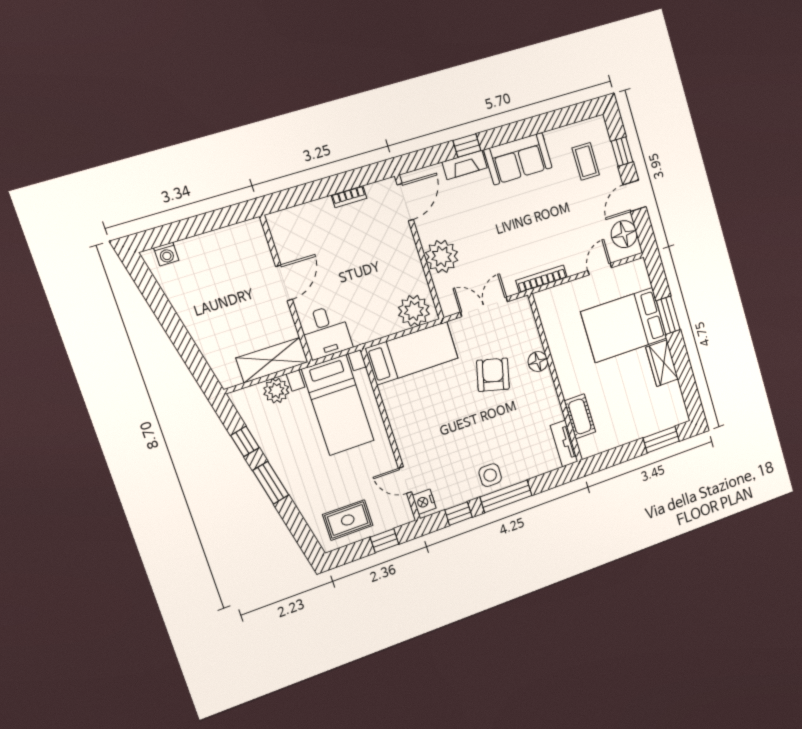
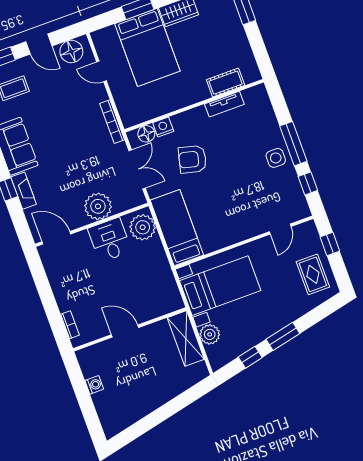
bookcase: (349, 197) -> (70, 325), moved
washing machine: (166, 254) -> (94, 385), moved
double door: (484, 307) -> (137, 169), swing flipped
desk: (326, 332) -> (110, 240), moved, turned -90
floor lamp: (538, 362) -> (146, 134), moved
tv unit: (564, 444) -> (224, 104), moved
nightstand: (424, 502) -> (163, 127), moved, turned 180

